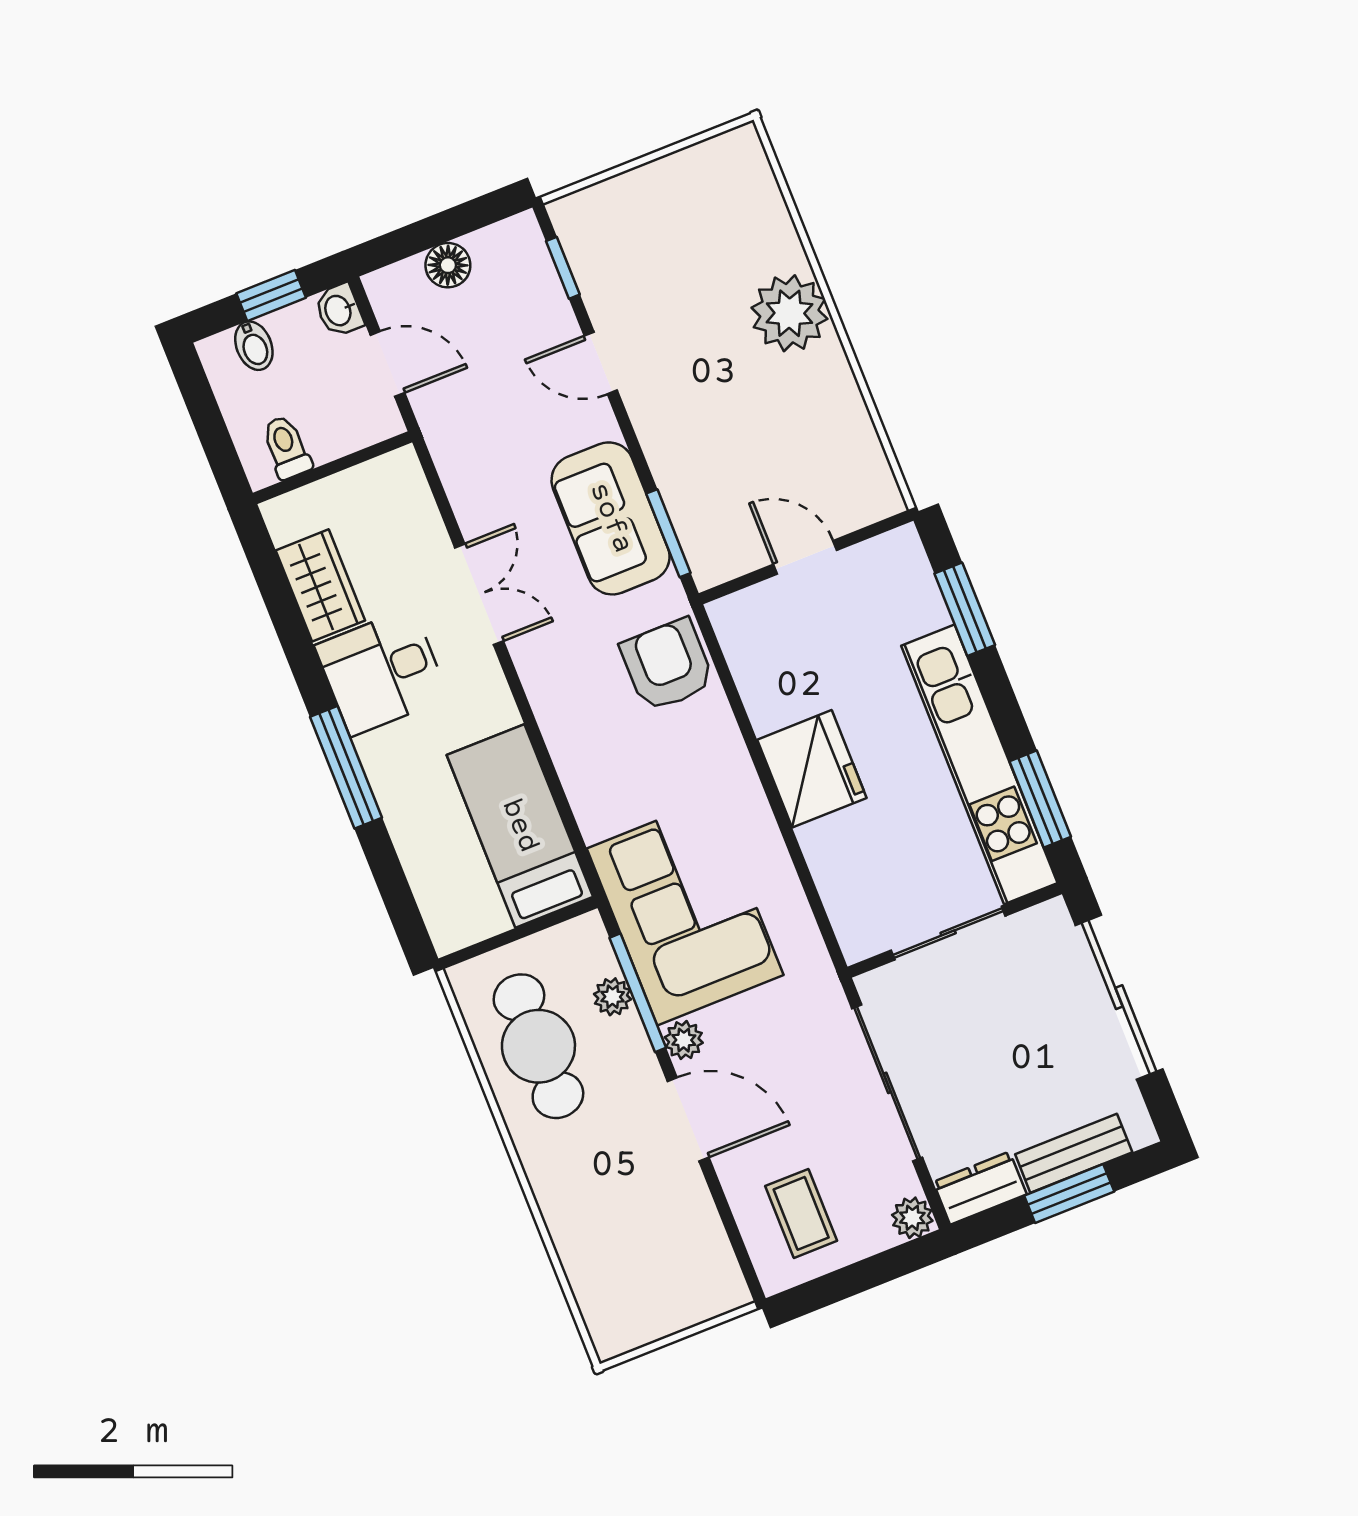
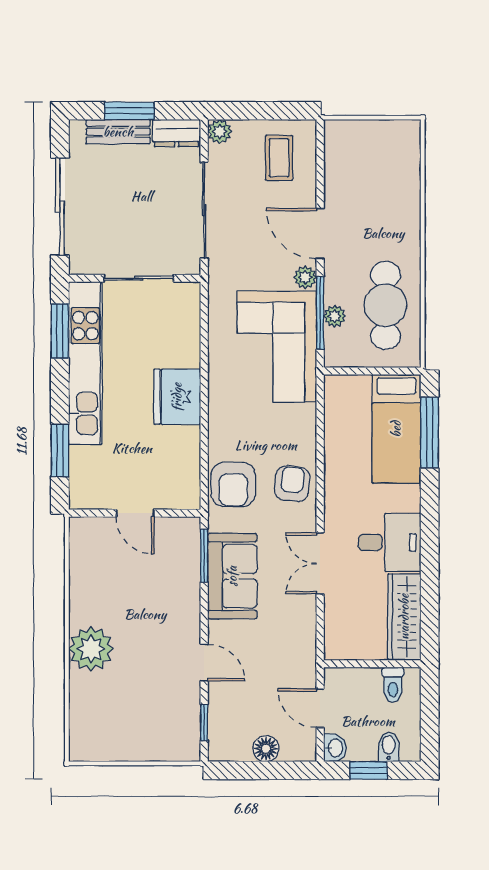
wardrobe: (320, 585) -> (404, 617), width x1.50
armchair: (574, 703) -> (292, 484), added
window: (346, 767) -> (430, 433), moved
bed: (520, 826) -> (396, 429), moved

